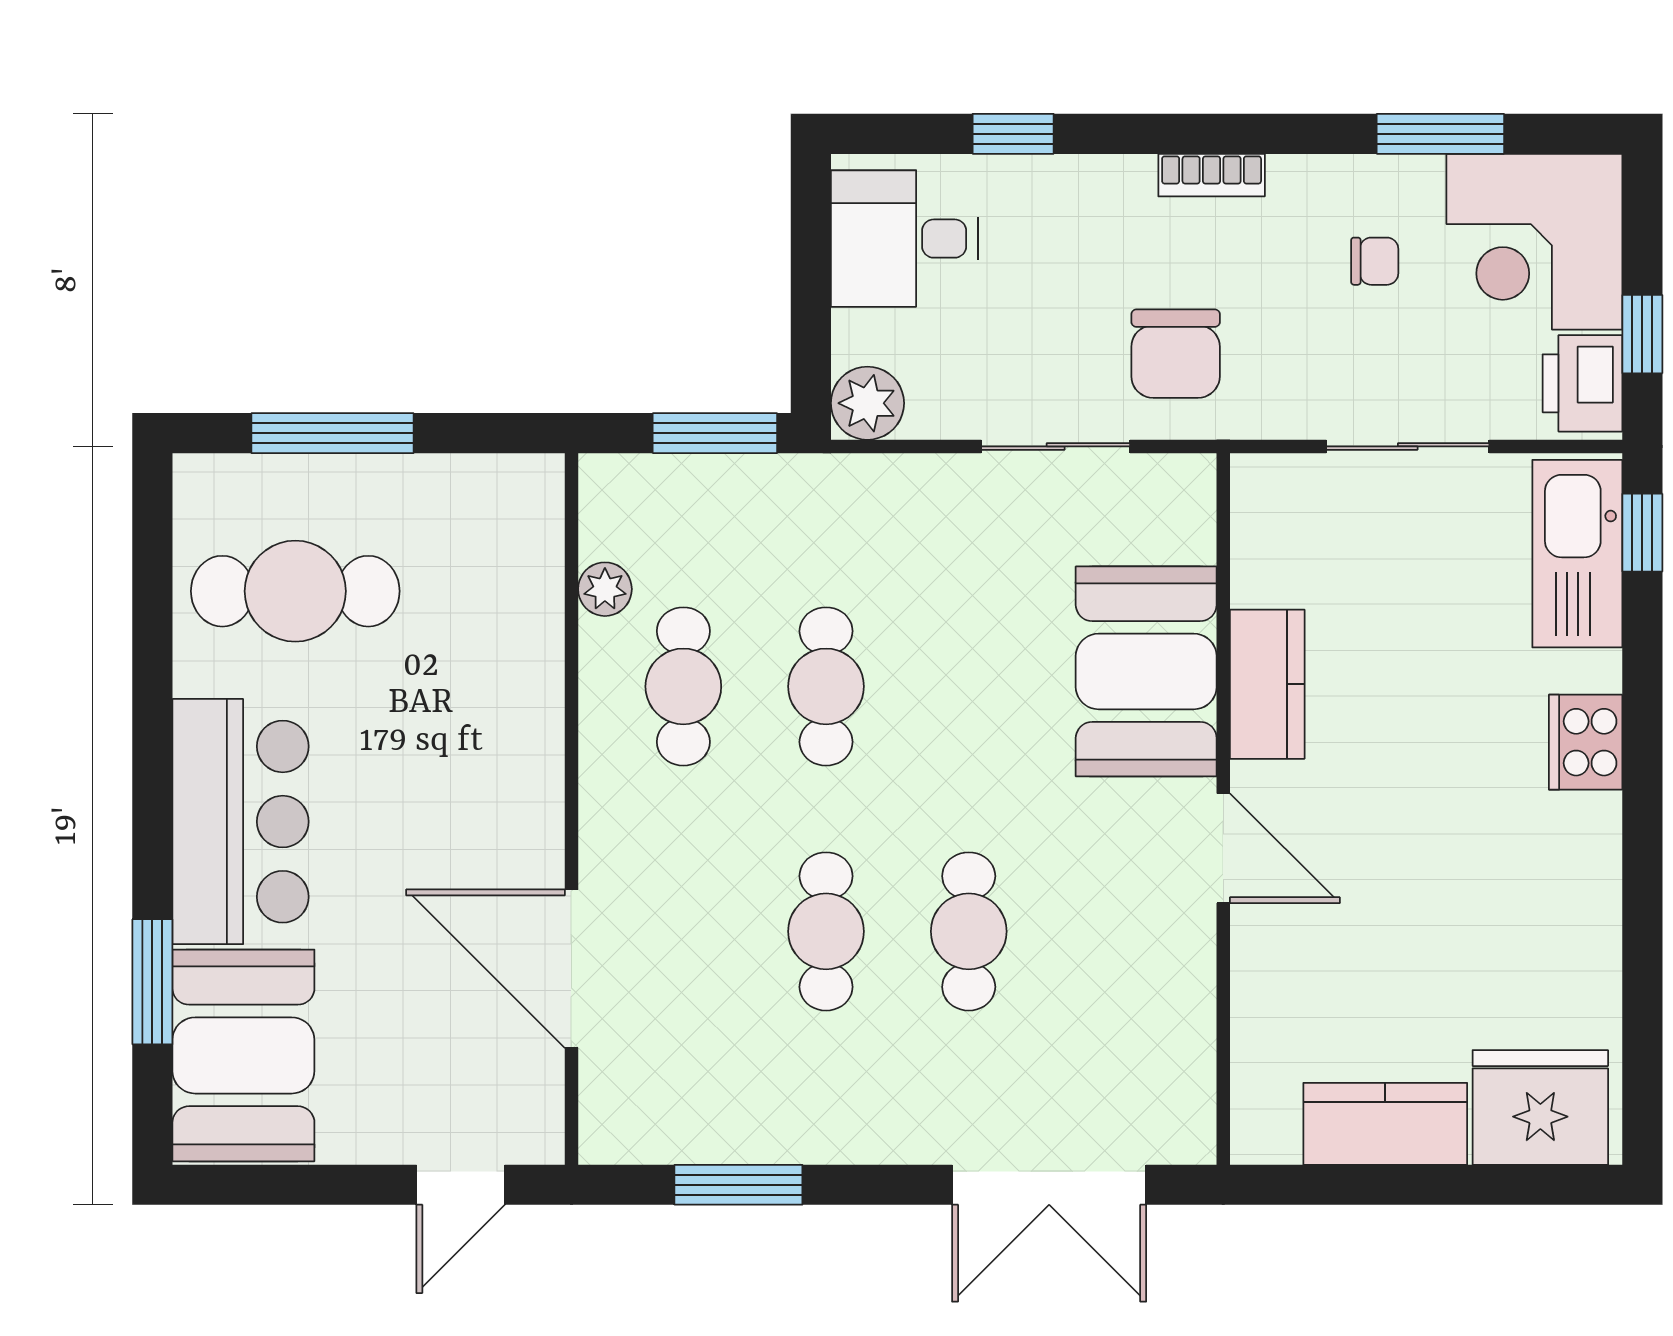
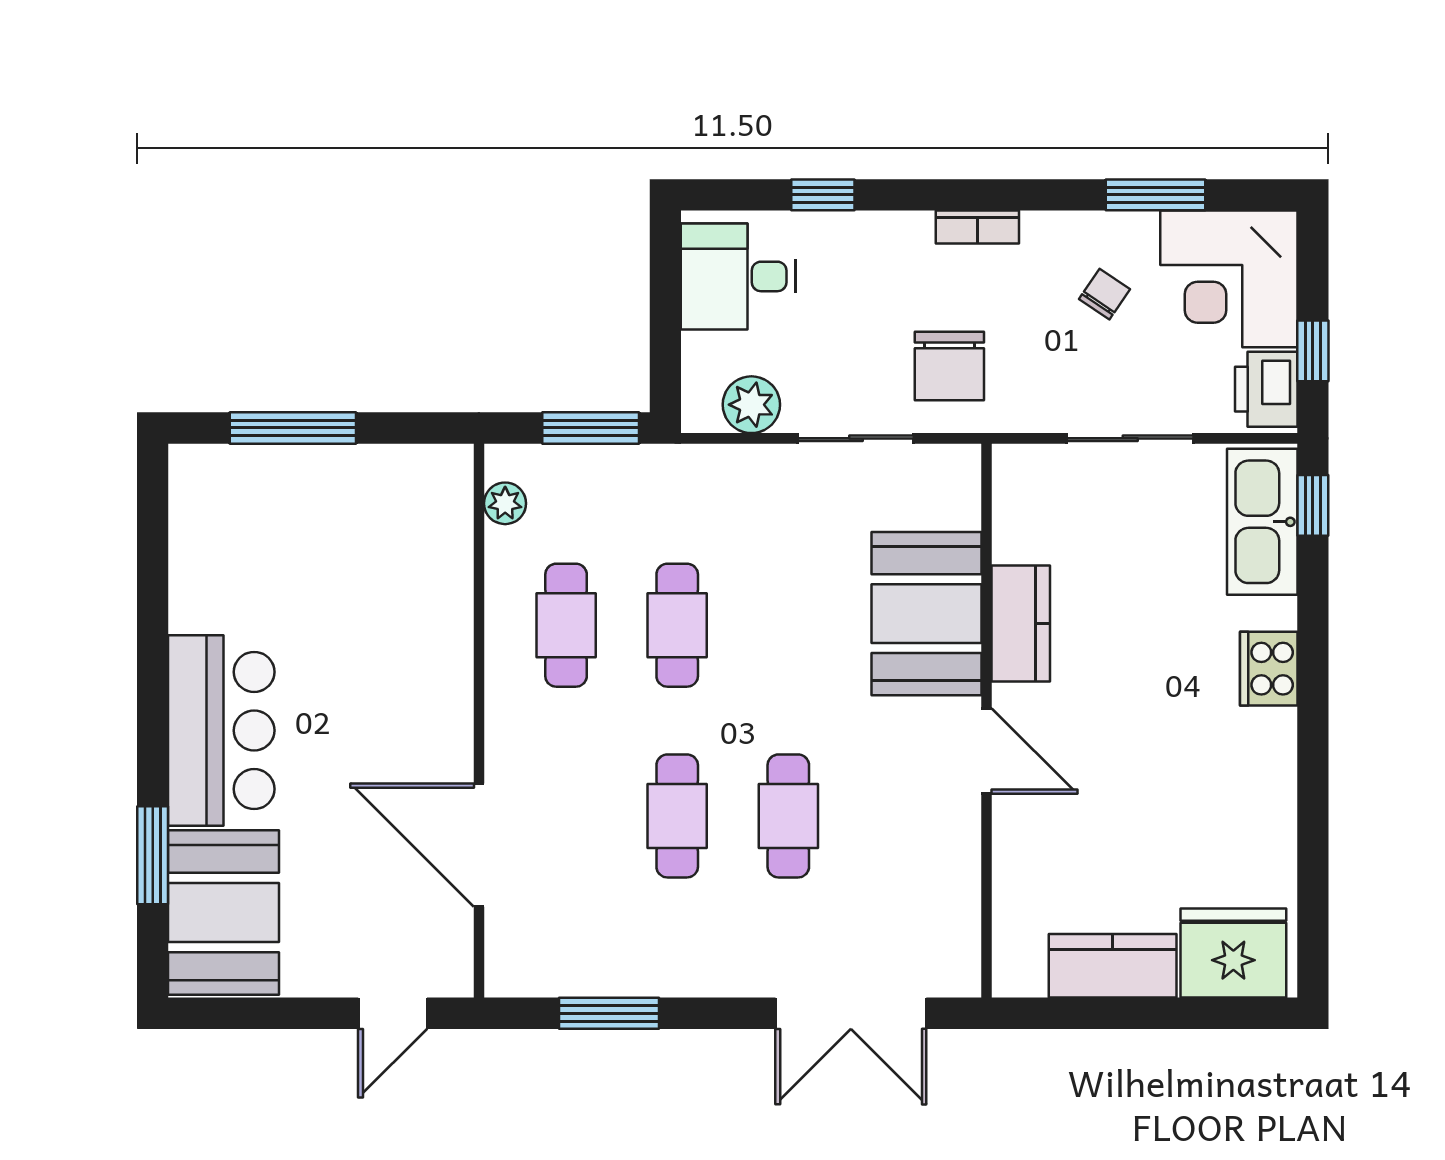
chair: (1375, 261) -> (1104, 294), turned -56
plant: (867, 403) -> (751, 405), moved
plant: (605, 589) -> (505, 503), moved
cafe table: (295, 591) -> (264, 551), removed

